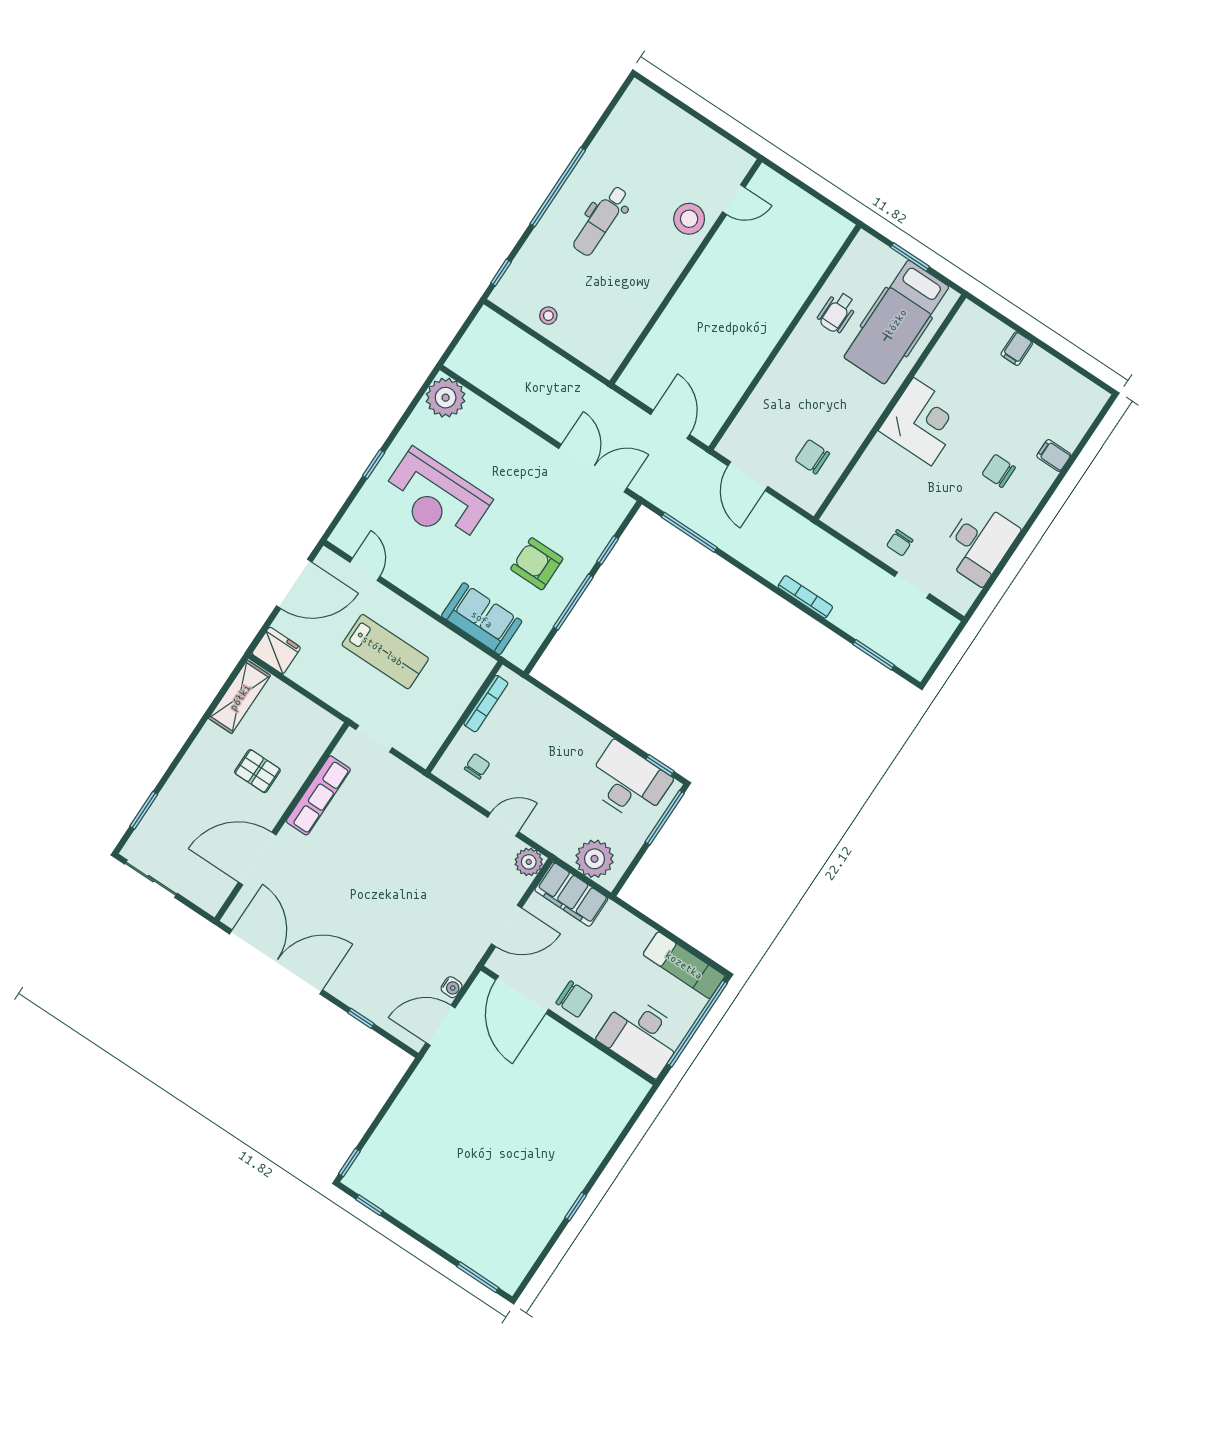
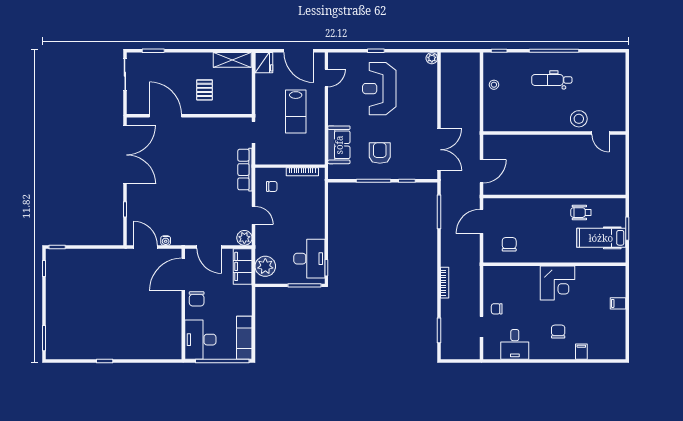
hospital bed: (896, 322) -> (601, 238), width x0.73, depth x0.78
plant: (446, 398) -> (432, 58), width x0.53, depth x0.53
desk: (979, 543) -> (515, 344), width x0.73
row of seats: (318, 795) -> (245, 170), moved, turned 90

